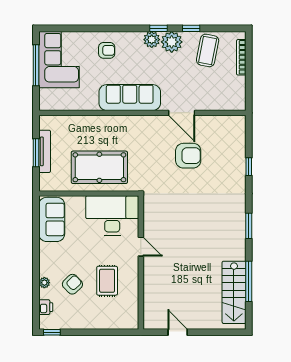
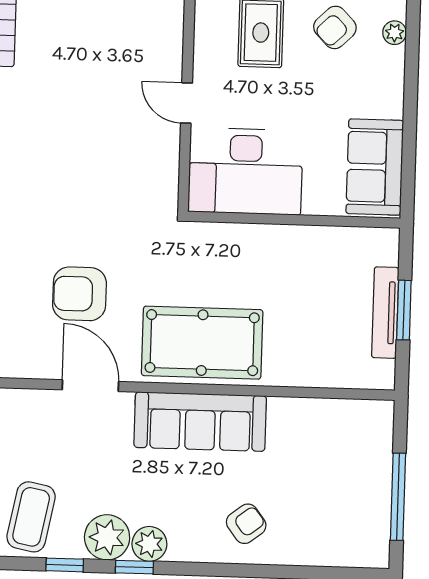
armchair: (107, 50) -> (246, 524), turned 143
corner sofa: (59, 60) -> (348, 507), removed
pool table: (99, 167) -> (202, 343), moved

